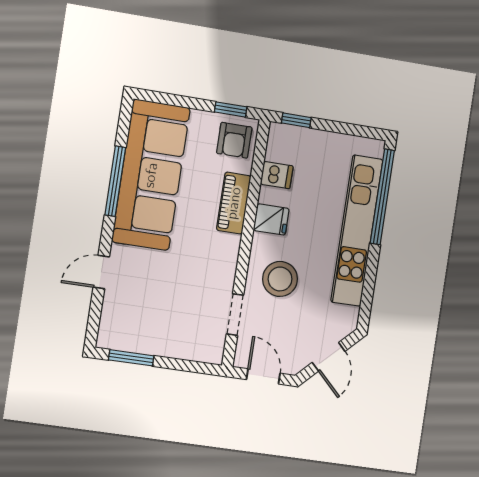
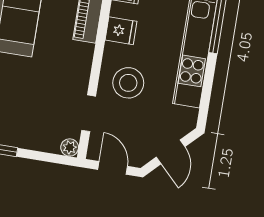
plant: (214, 354) -> (70, 147), added

